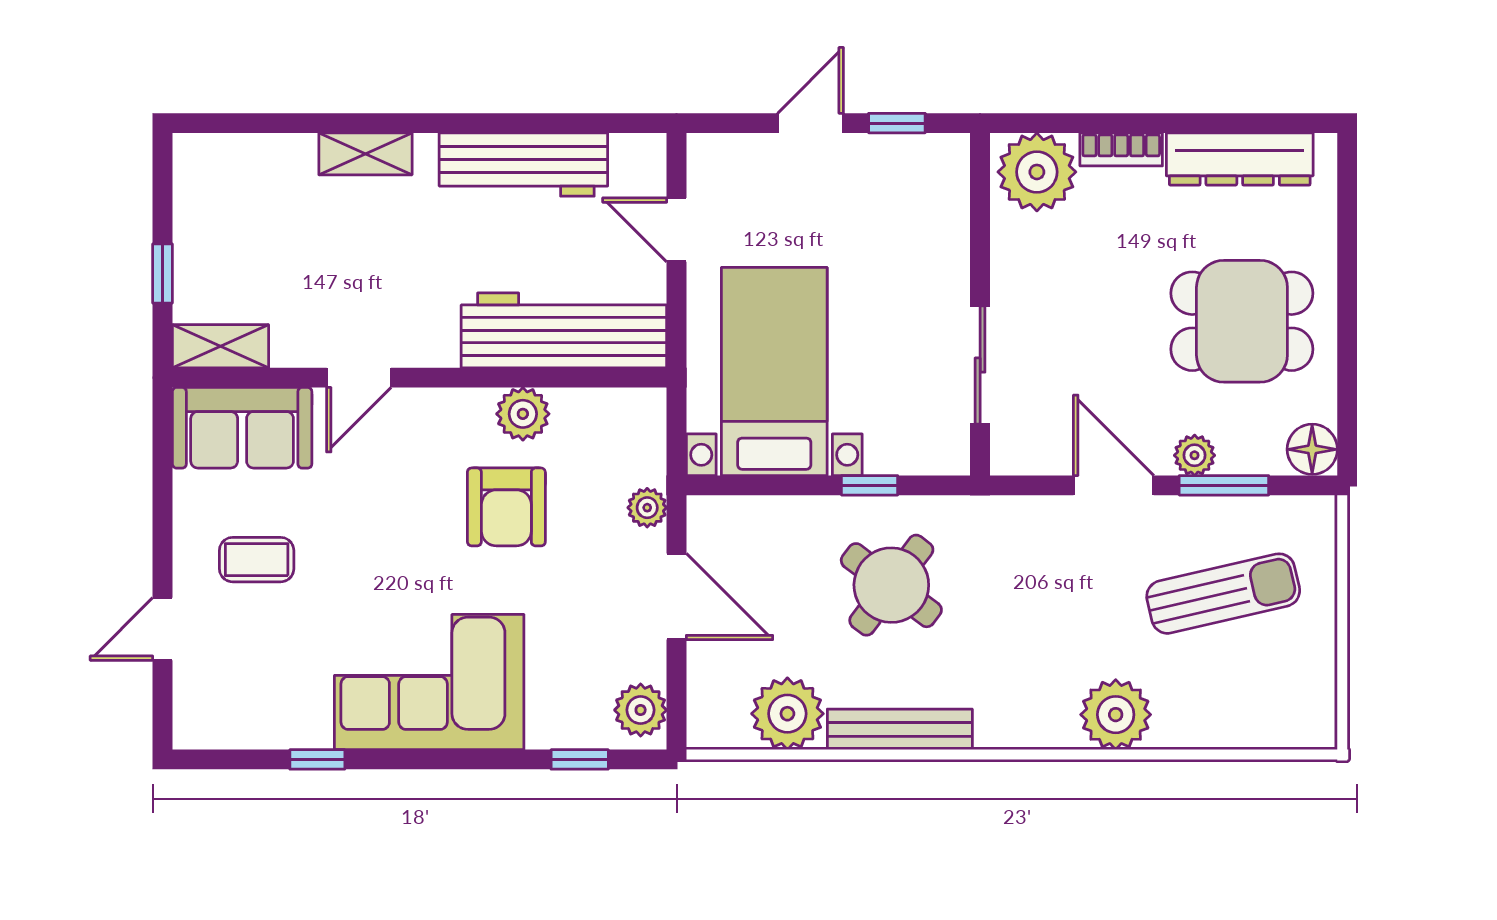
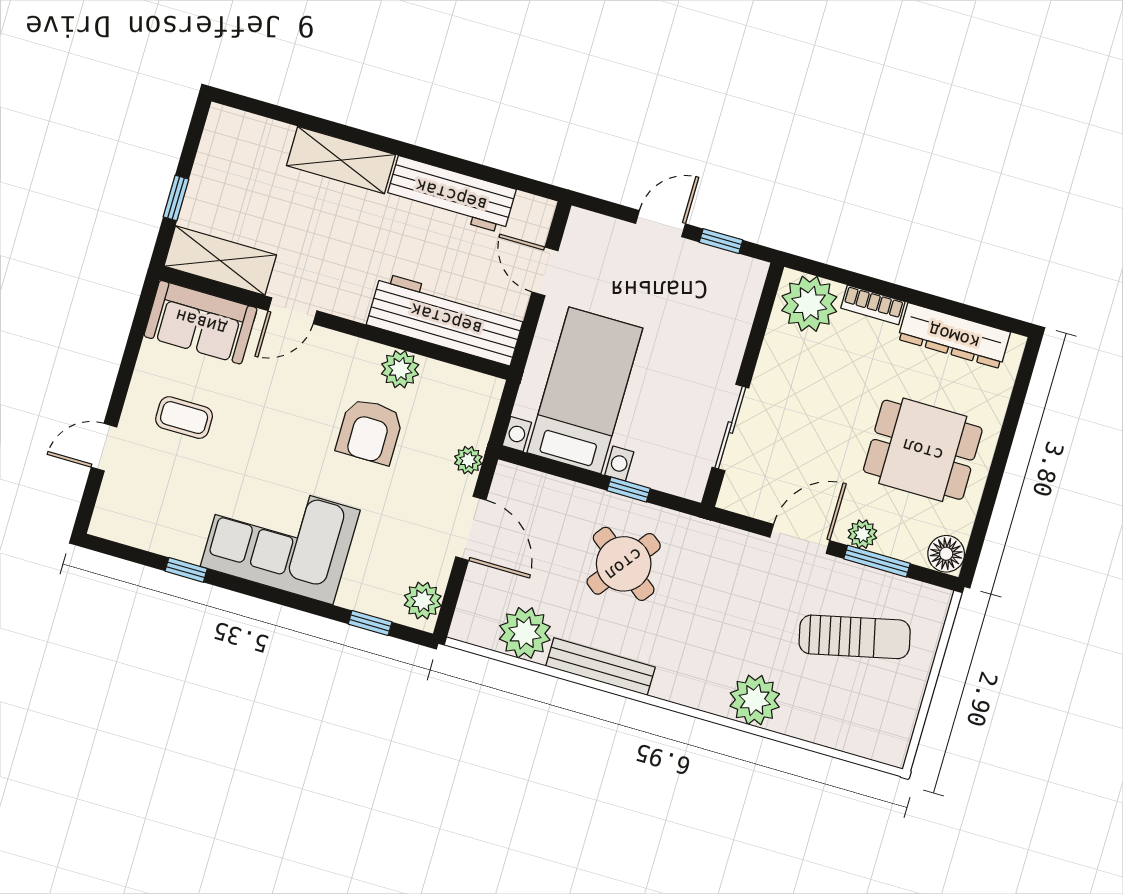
shelving: (365, 154) -> (341, 160), width x1.50, depth x1.33
shelving: (220, 346) -> (220, 260), width x1.50, depth x1.33
door: (1114, 485) -> (800, 539), hinge flipped

